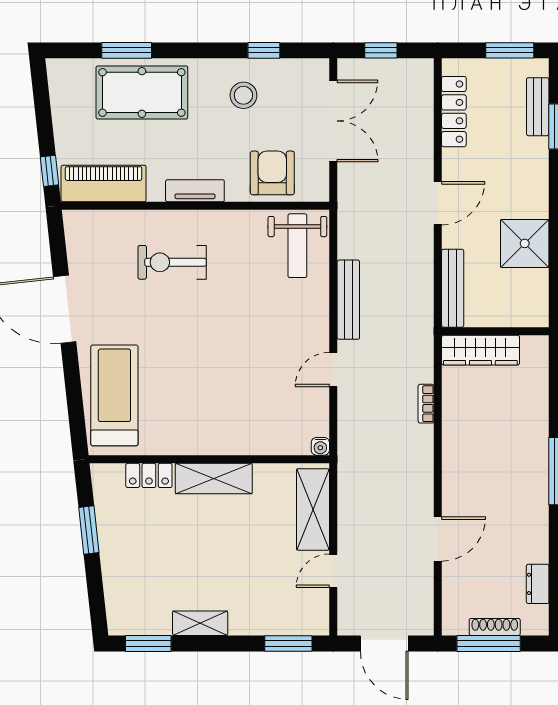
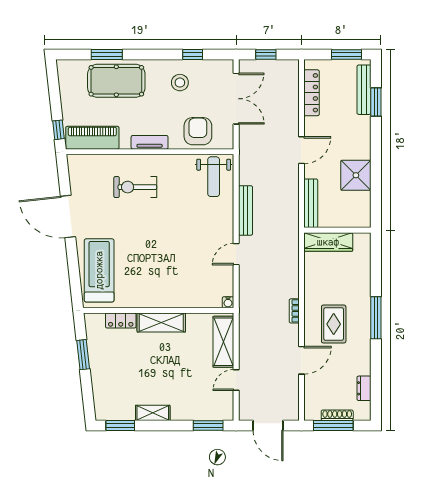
bench: (538, 107) -> (364, 90), width x1.36
bookcase: (426, 404) -> (294, 311), moved
rug: (489, 481) -> (334, 324), added

